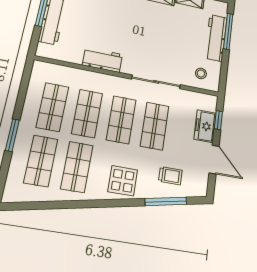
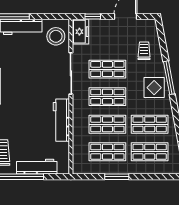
workbench: (103, 60) -> (61, 120), width x1.38
stool: (201, 73) -> (56, 36), width x1.89, depth x1.89
freezer: (205, 126) -> (81, 32), moved, turned -90
window: (12, 135) -> (117, 177), moved
window: (166, 201) -> (169, 78), moved

